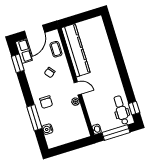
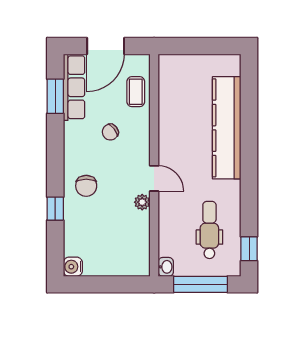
kitchen counter: (76, 50) -> (227, 128), moved, turned 180
row of seats: (24, 51) -> (74, 87), width x1.48
dental chair: (121, 110) -> (209, 230), moved
window: (35, 118) -> (55, 209), width x0.46
water cooler: (47, 129) -> (73, 267), moved

